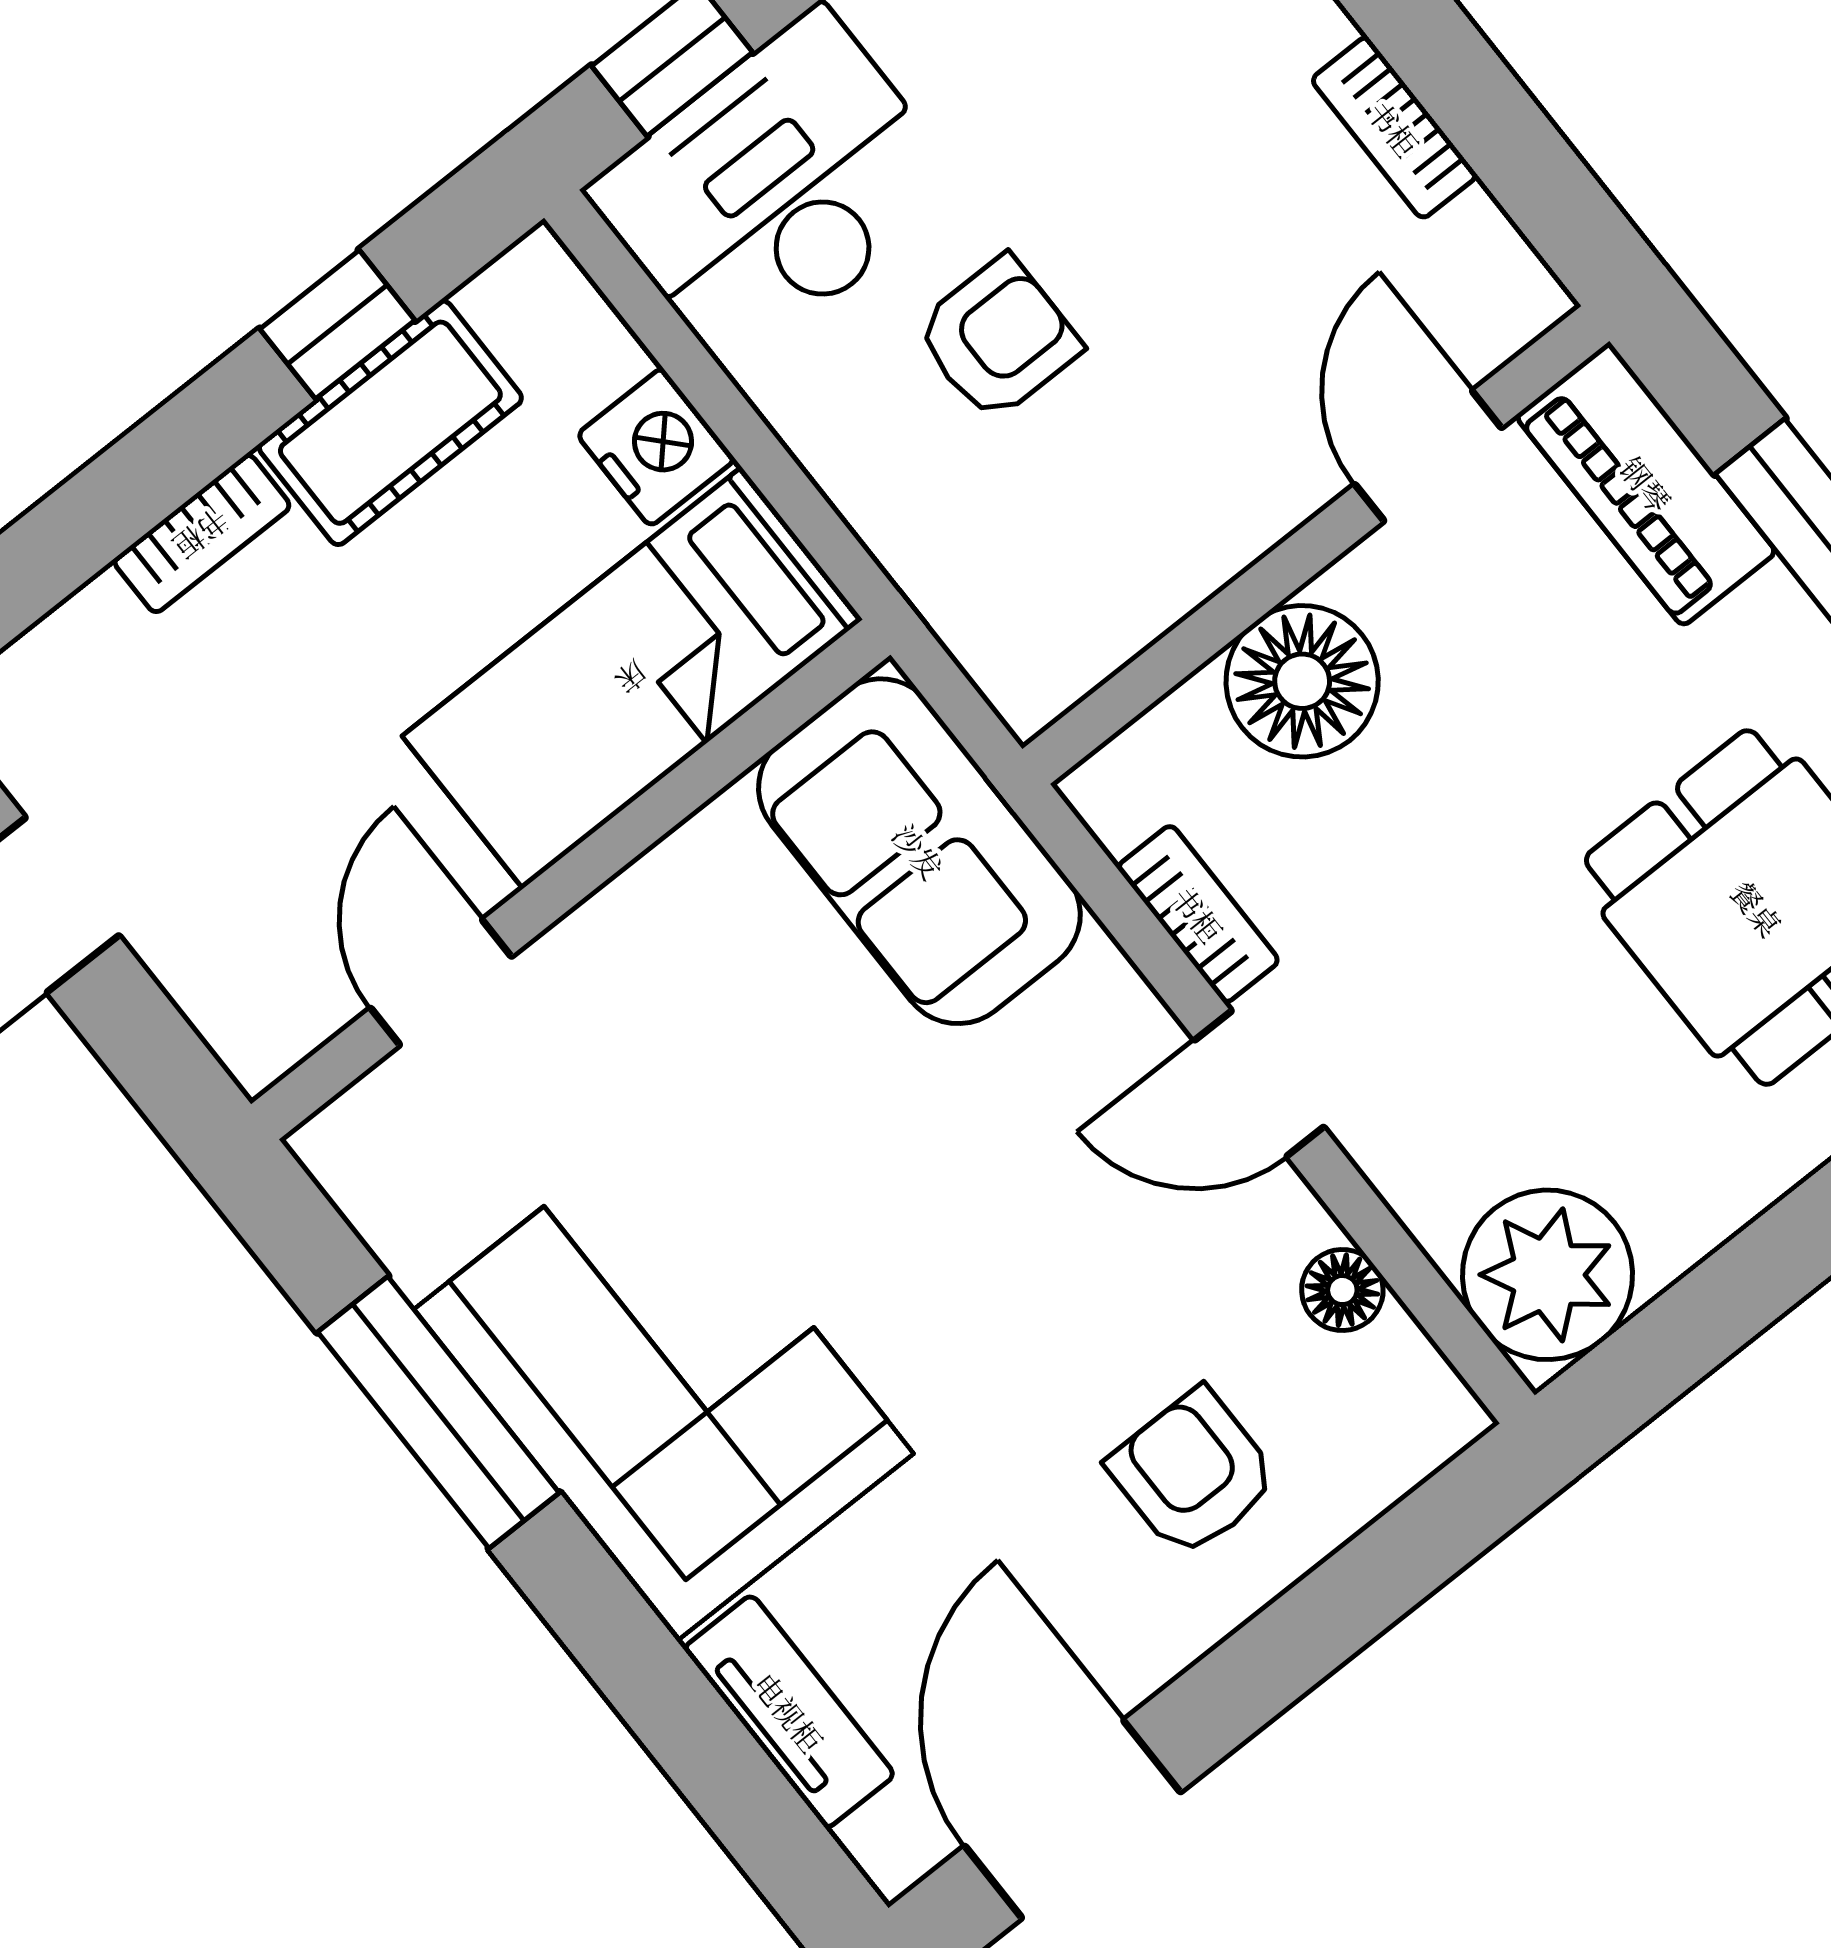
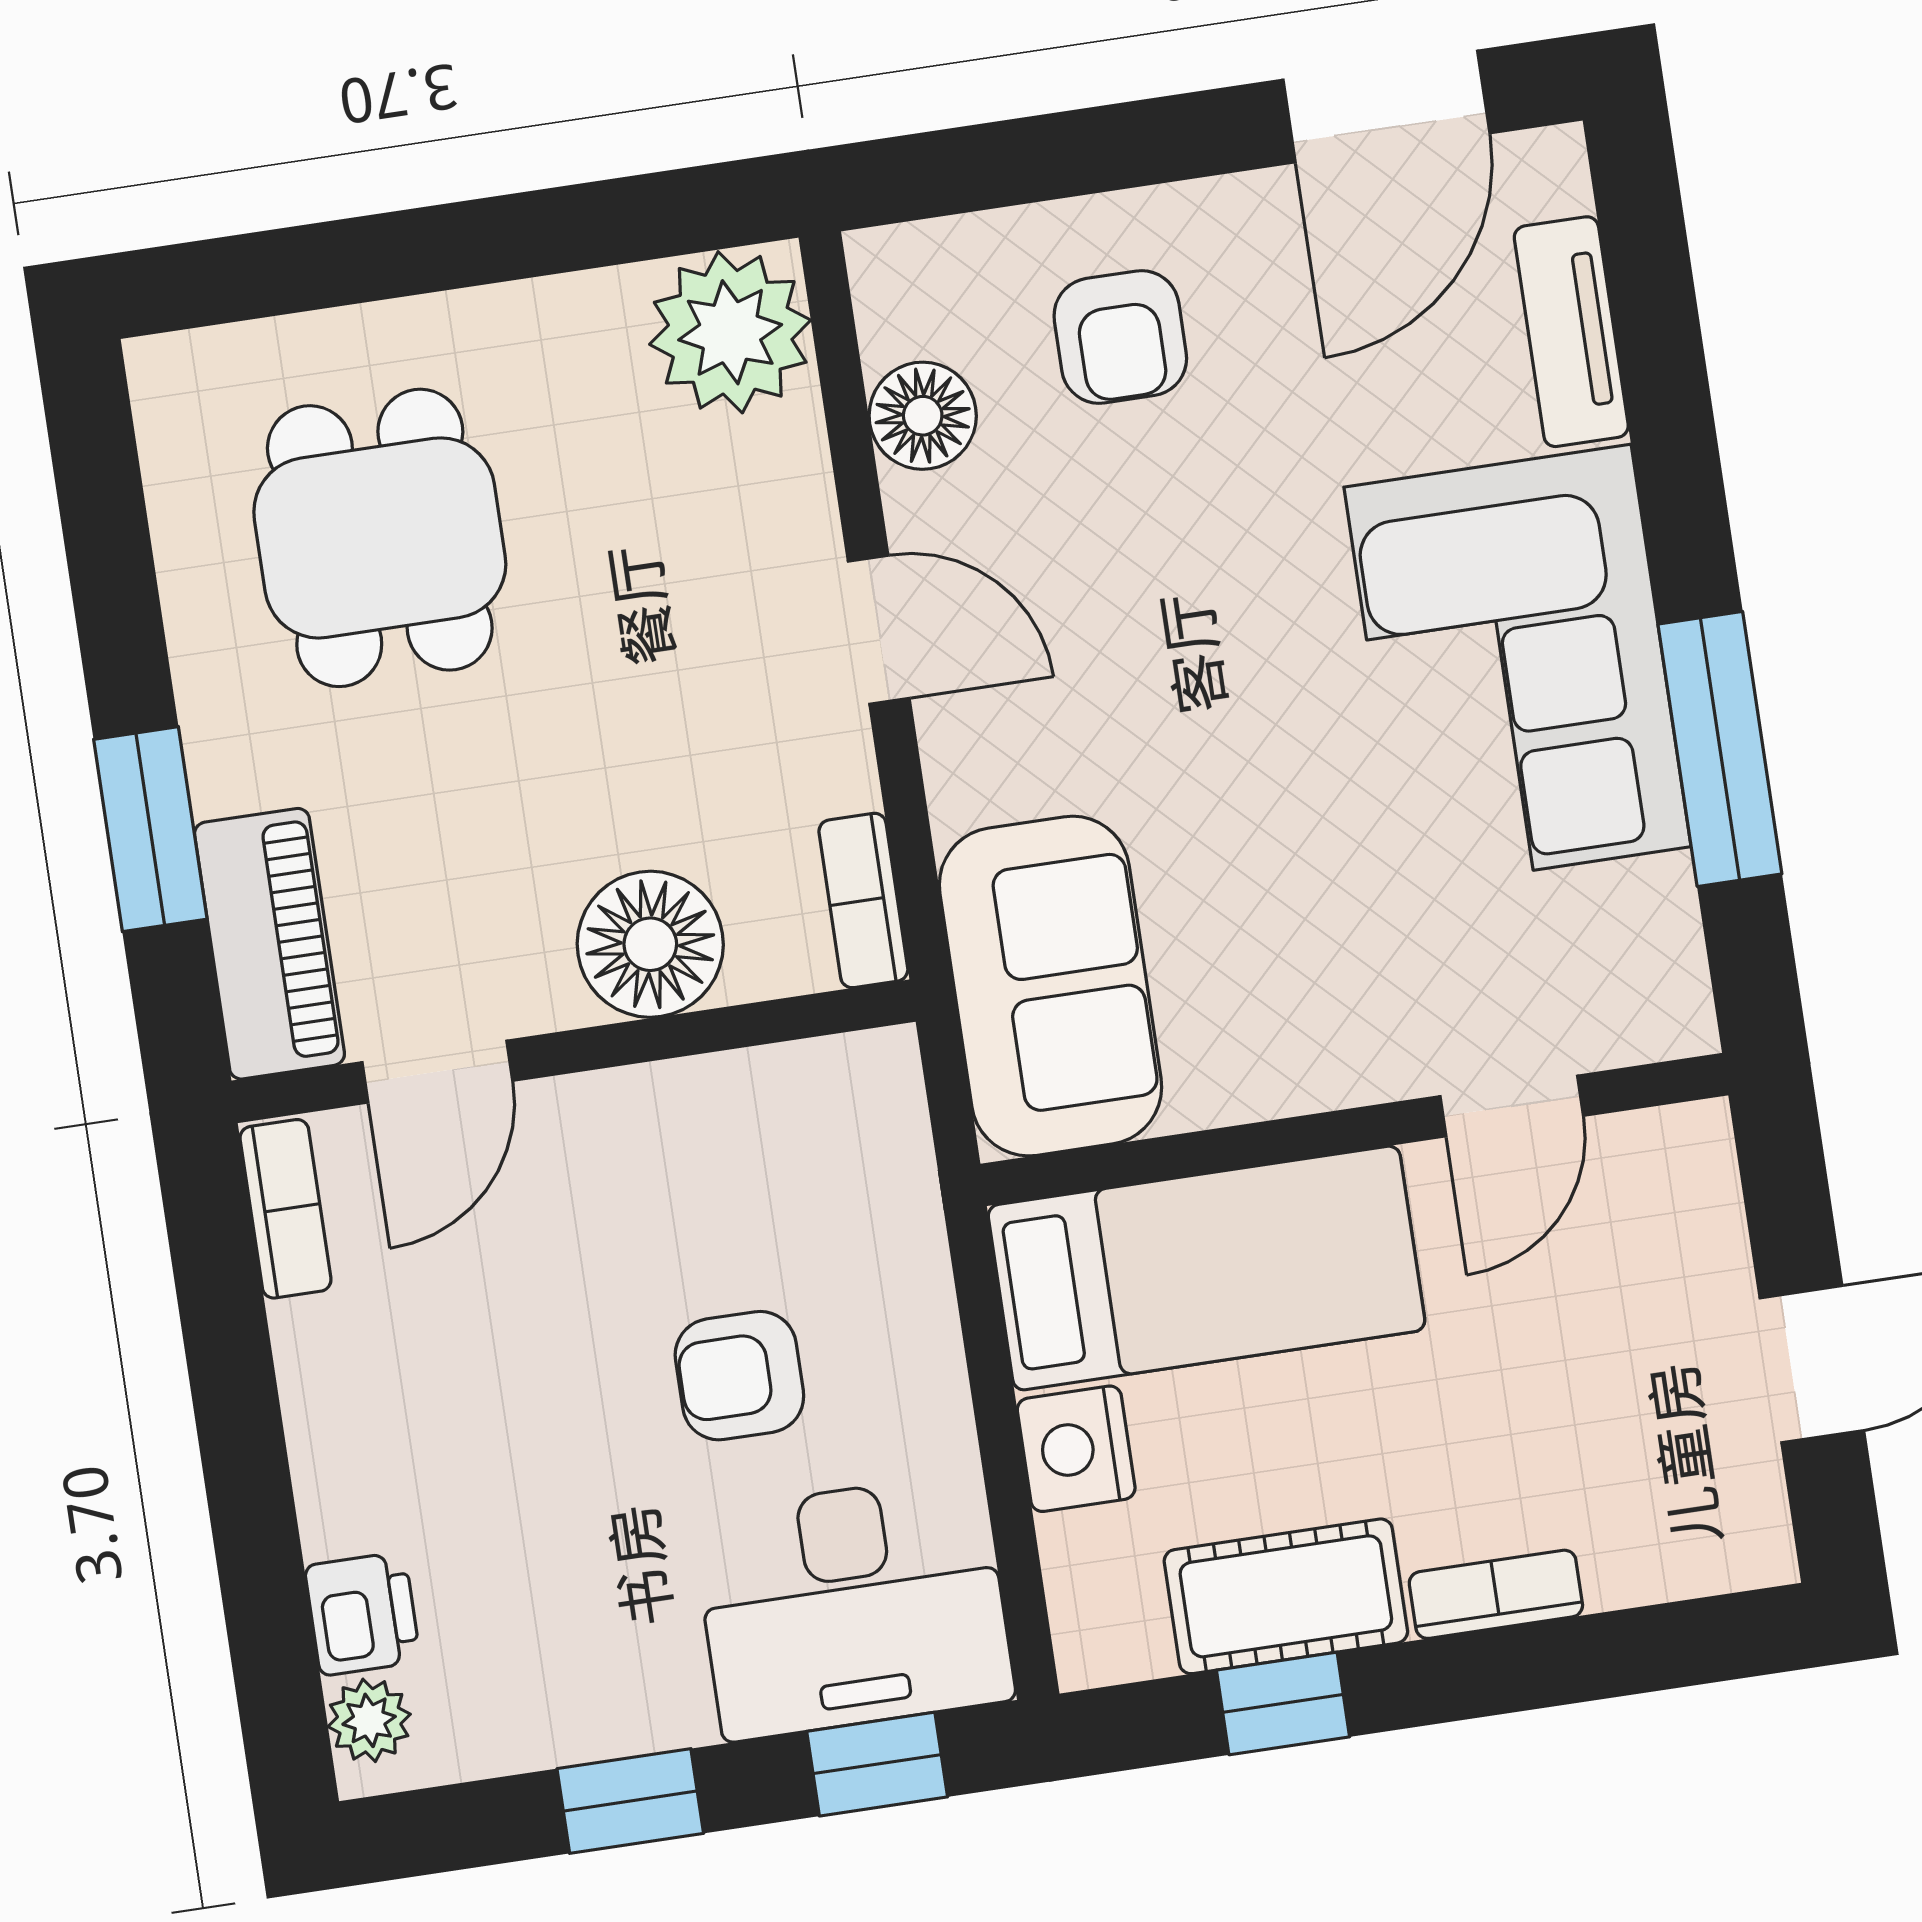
bookcase: (1394, 128) -> (286, 1209), moved
bookcase: (1198, 914) -> (863, 901), moved
floor lamp: (1342, 1290) -> (923, 416), width x1.37, depth x1.37

